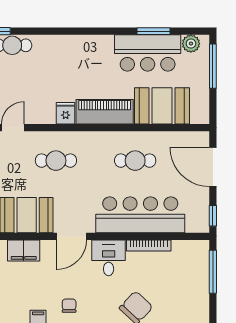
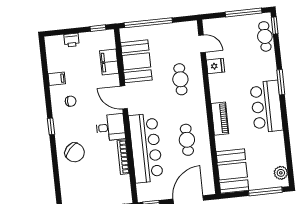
window: (153, 31) -> (281, 82), moved
bar counter: (148, 53) -> (266, 107), moved
booth: (162, 106) -> (232, 171), moved
piano: (105, 112) -> (220, 119), width x0.73, depth x0.75
fridge: (66, 113) -> (216, 66), moved

